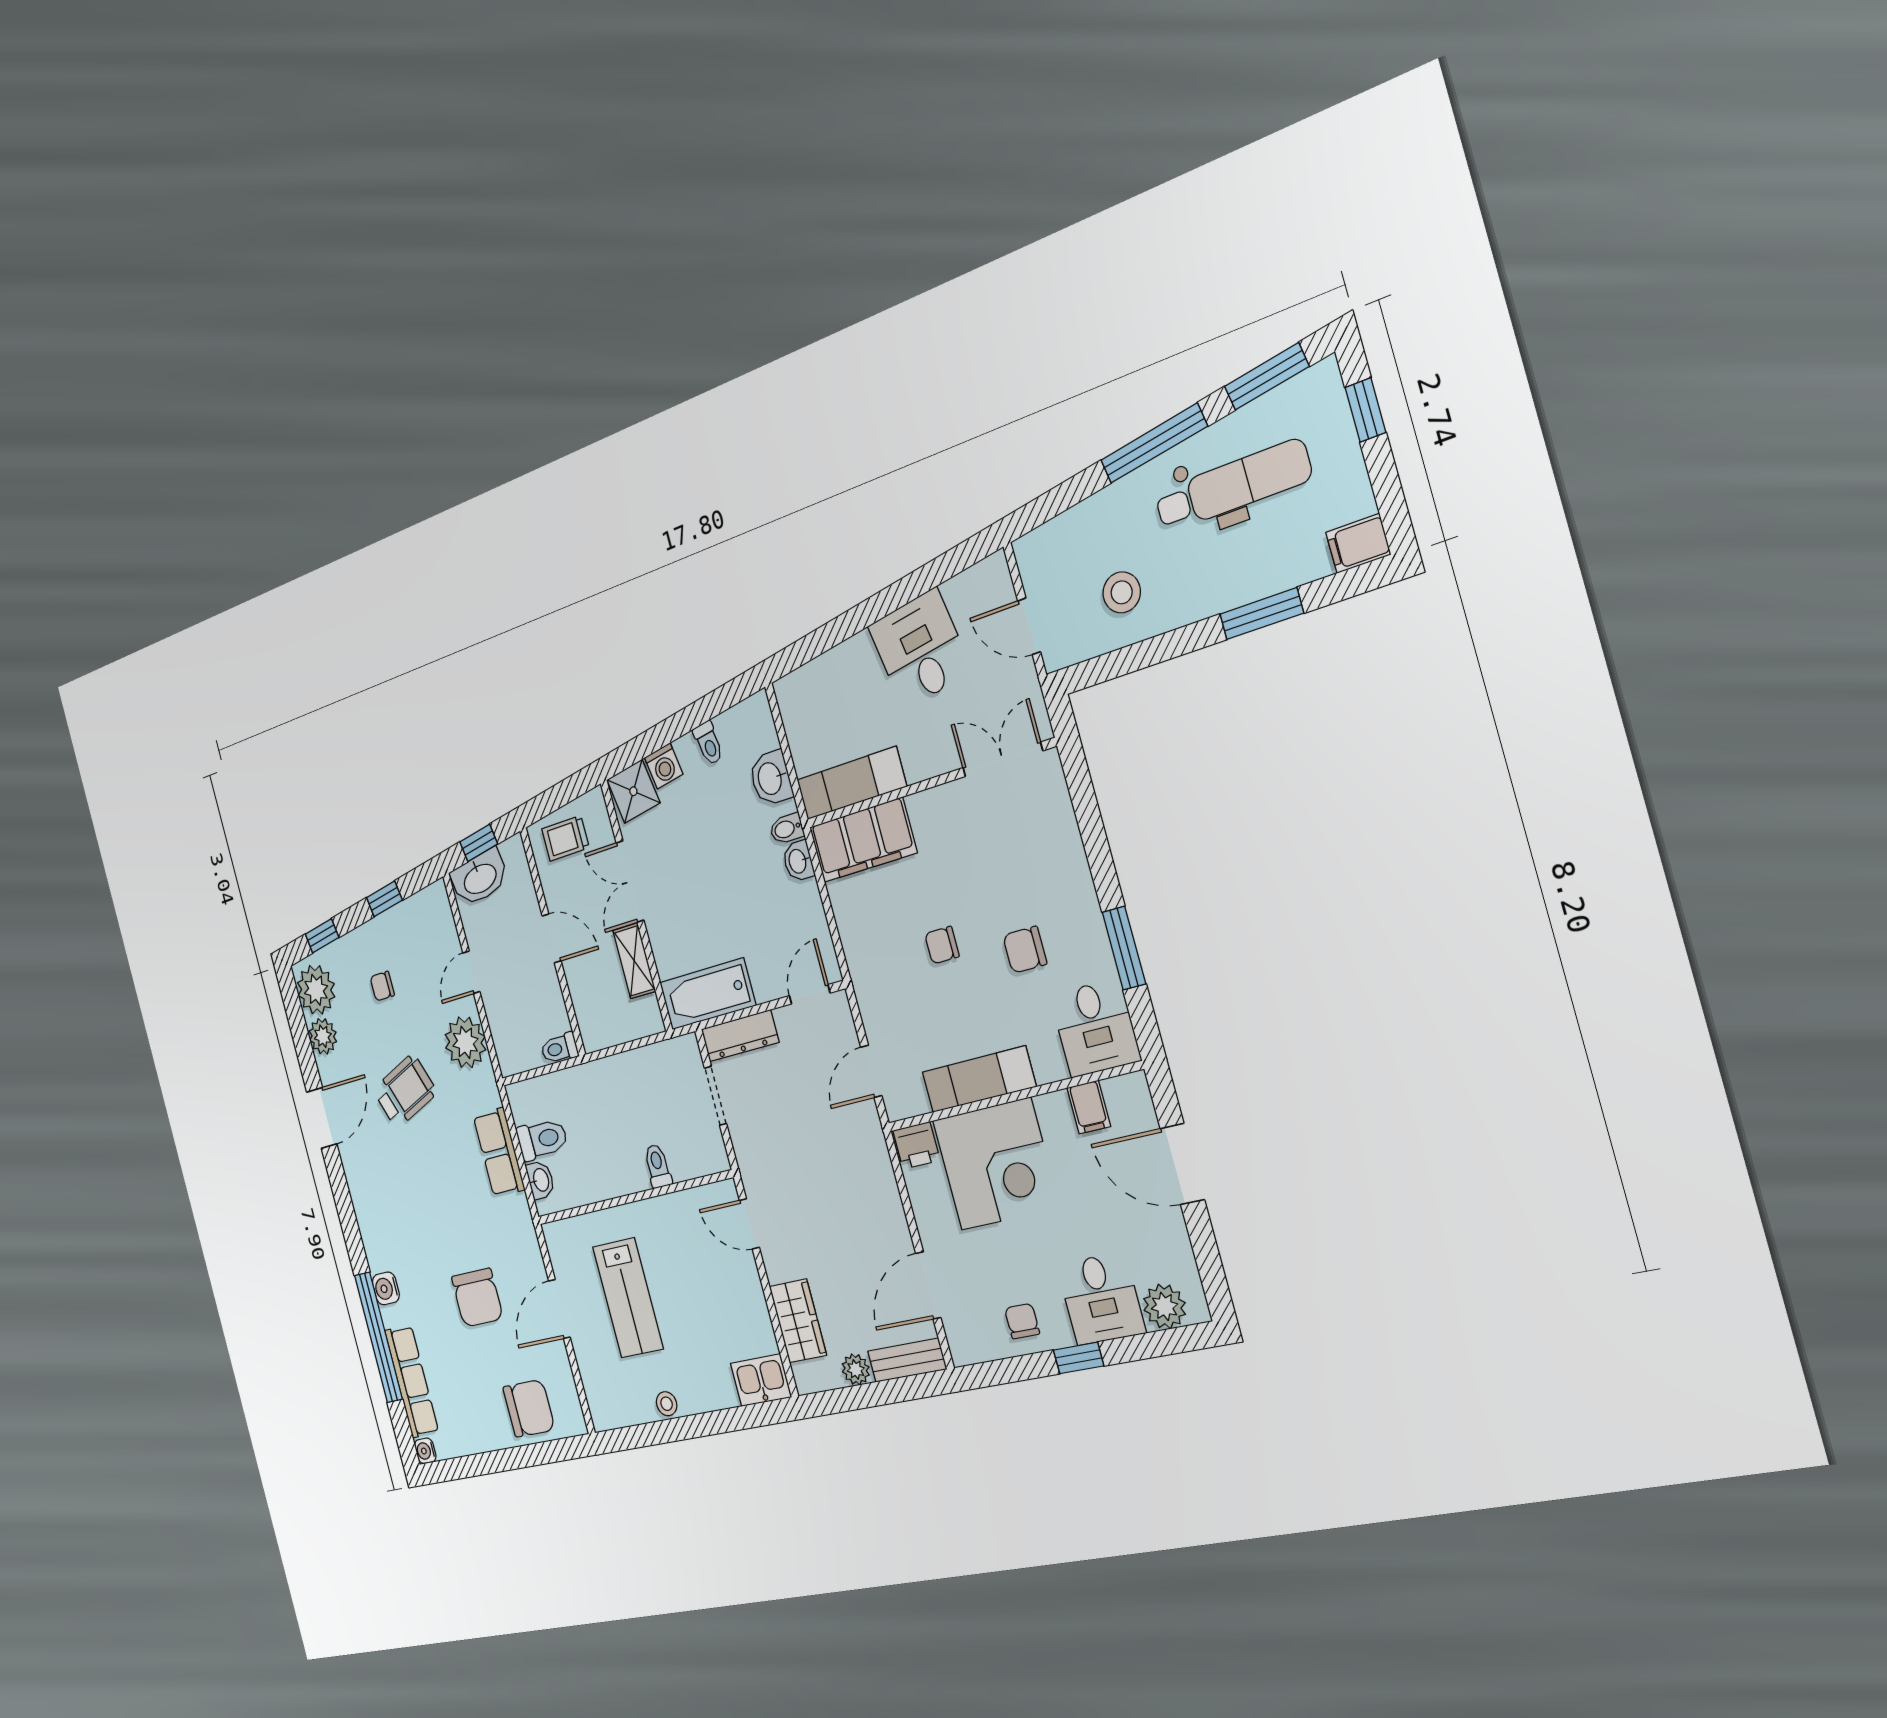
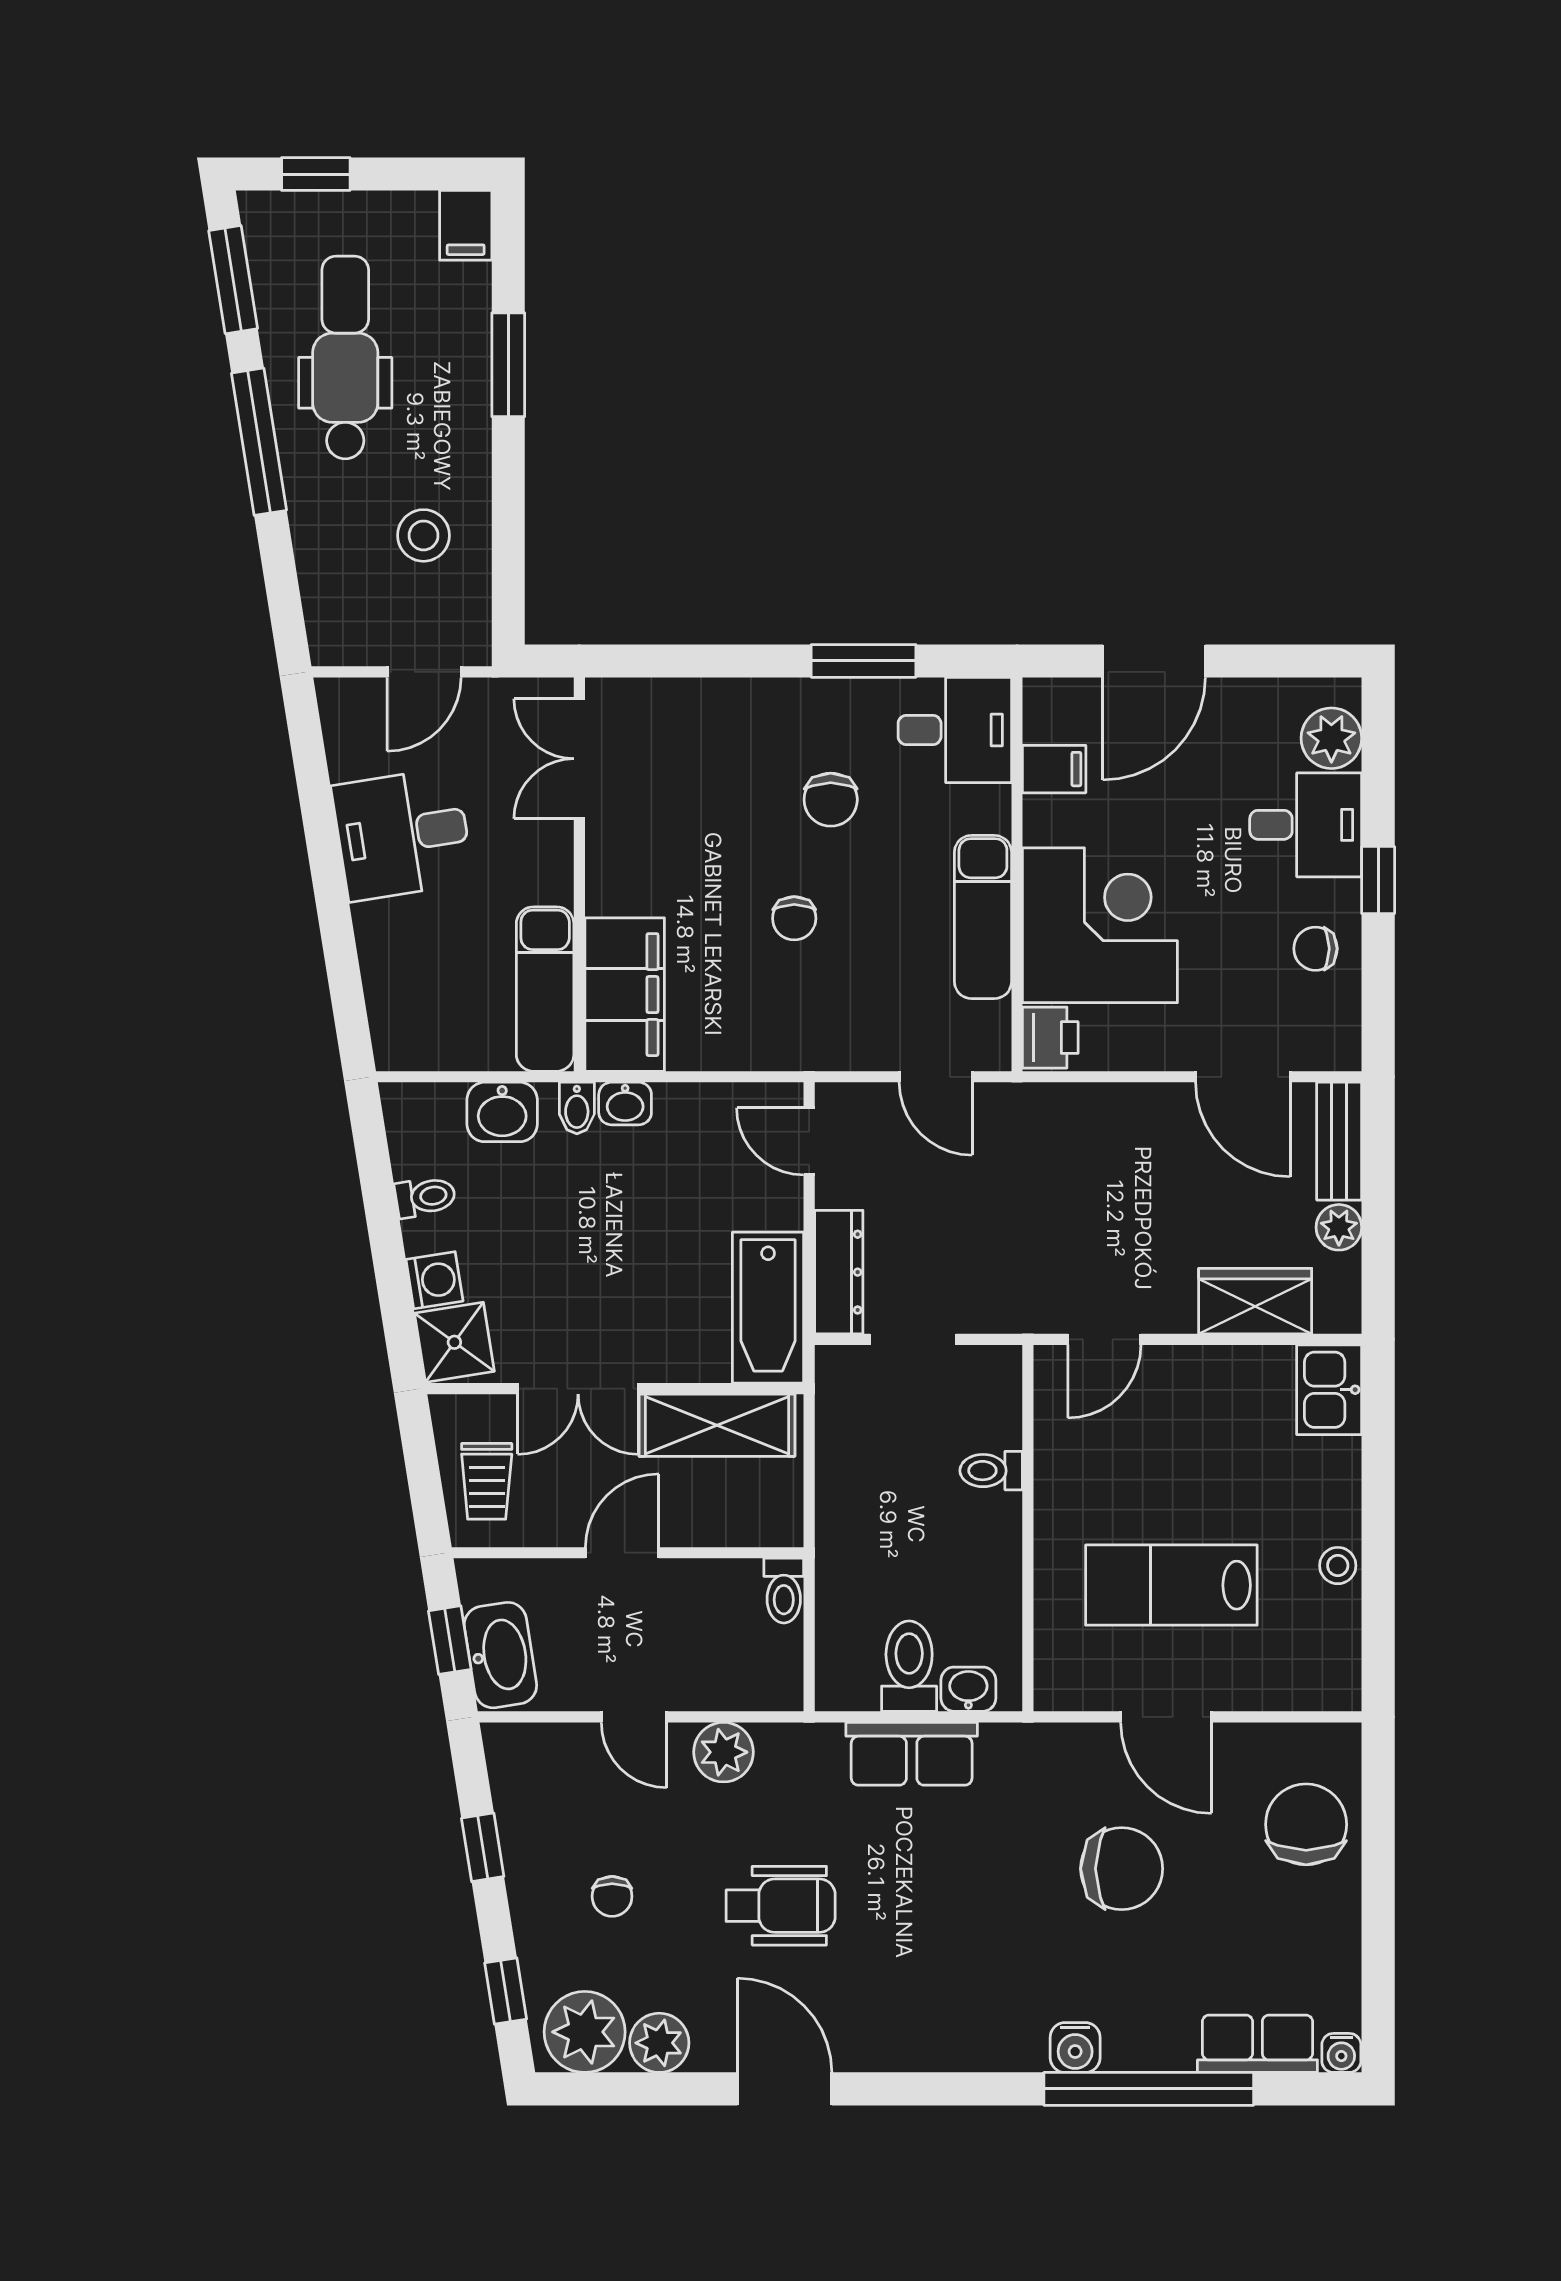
shelving: (634, 961) -> (717, 1425), width x1.50, depth x1.33
plant: (465, 1042) -> (724, 1752), width x0.73, depth x0.73
wheelchair: (405, 1091) -> (781, 1906), turned 111
lab bench: (628, 1298) -> (1171, 1585), turned 180
row of seats: (412, 1381) -> (1257, 2044), width x0.68

